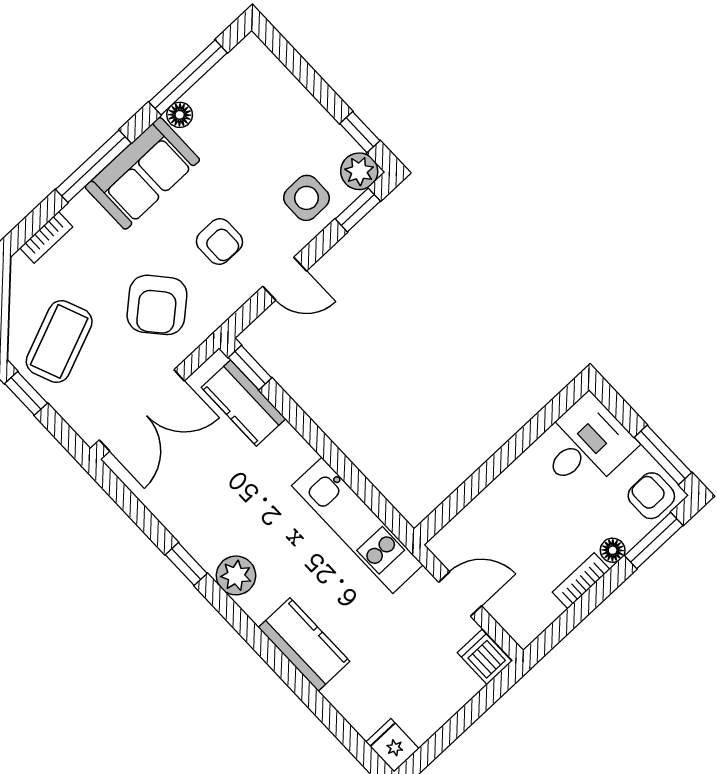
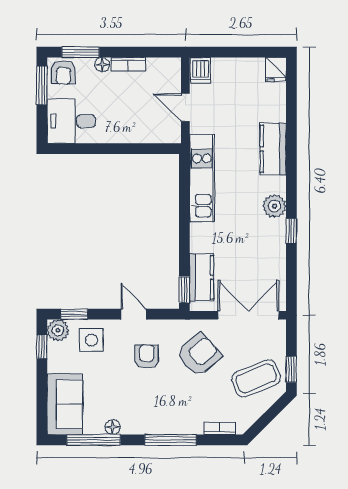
sofa: (142, 173) -> (65, 404), moved, turned 90

